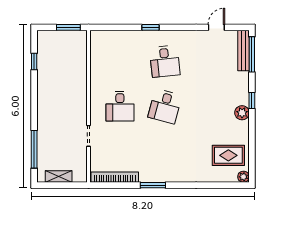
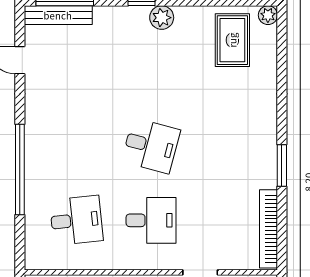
window: (151, 27) -> (20, 169), width x3.17
desk: (165, 61) -> (76, 220), moved

